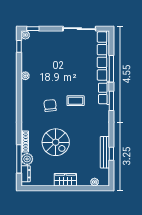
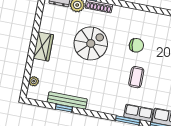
spiral stairs: (56, 142) -> (91, 43), turned 180

